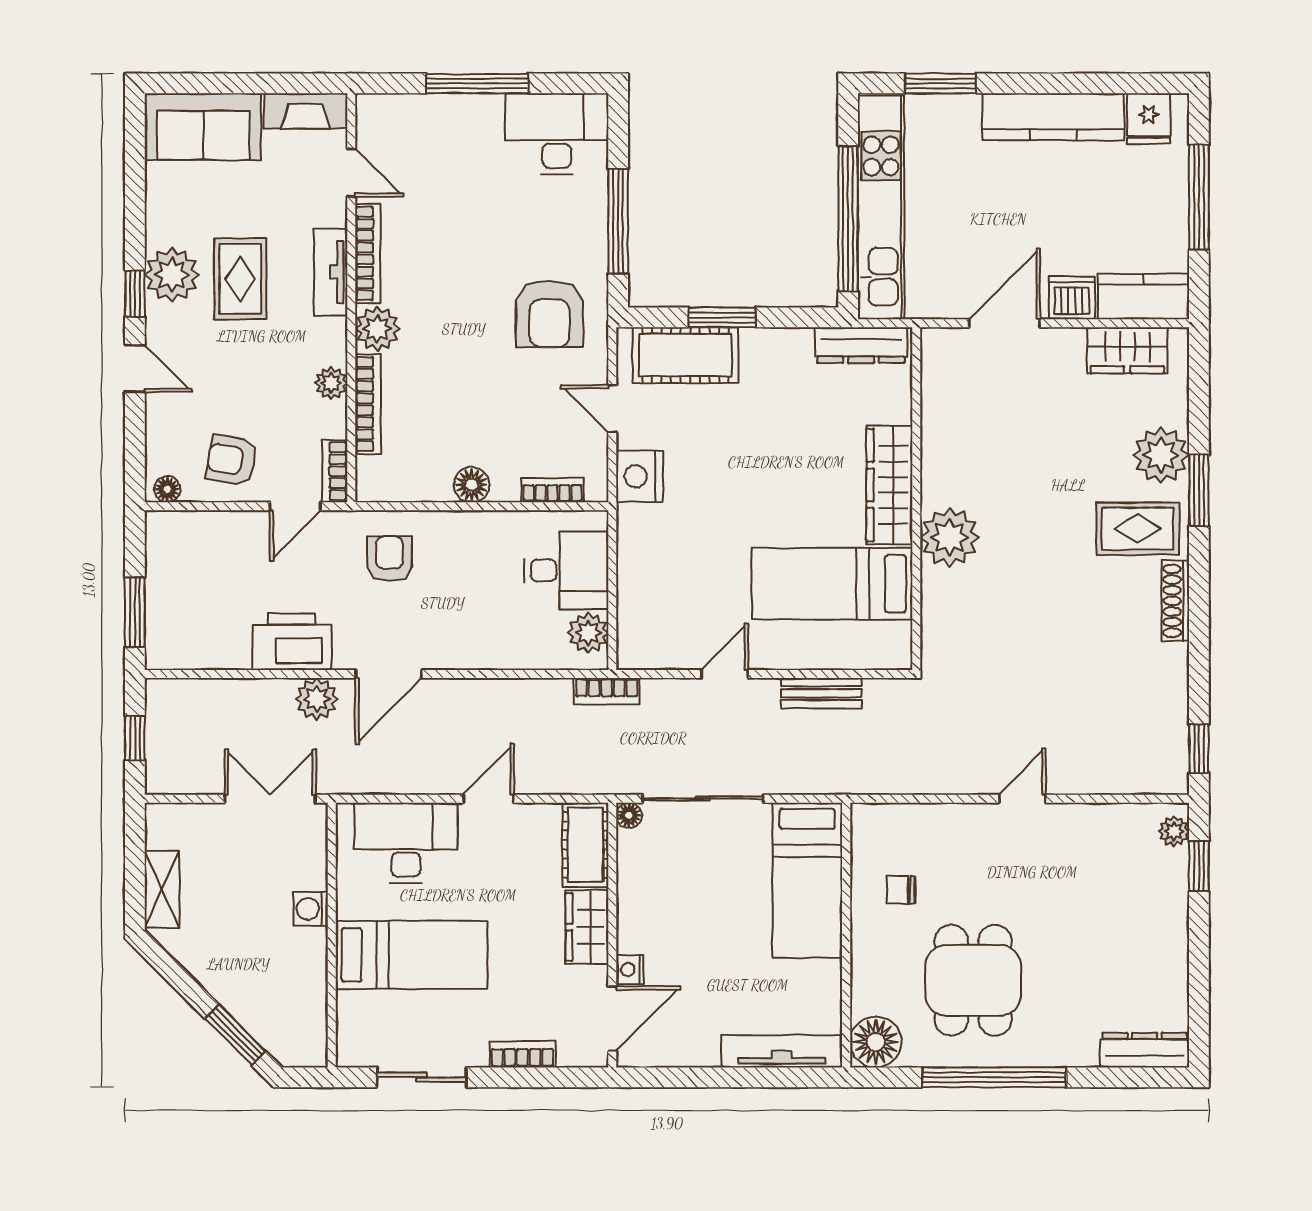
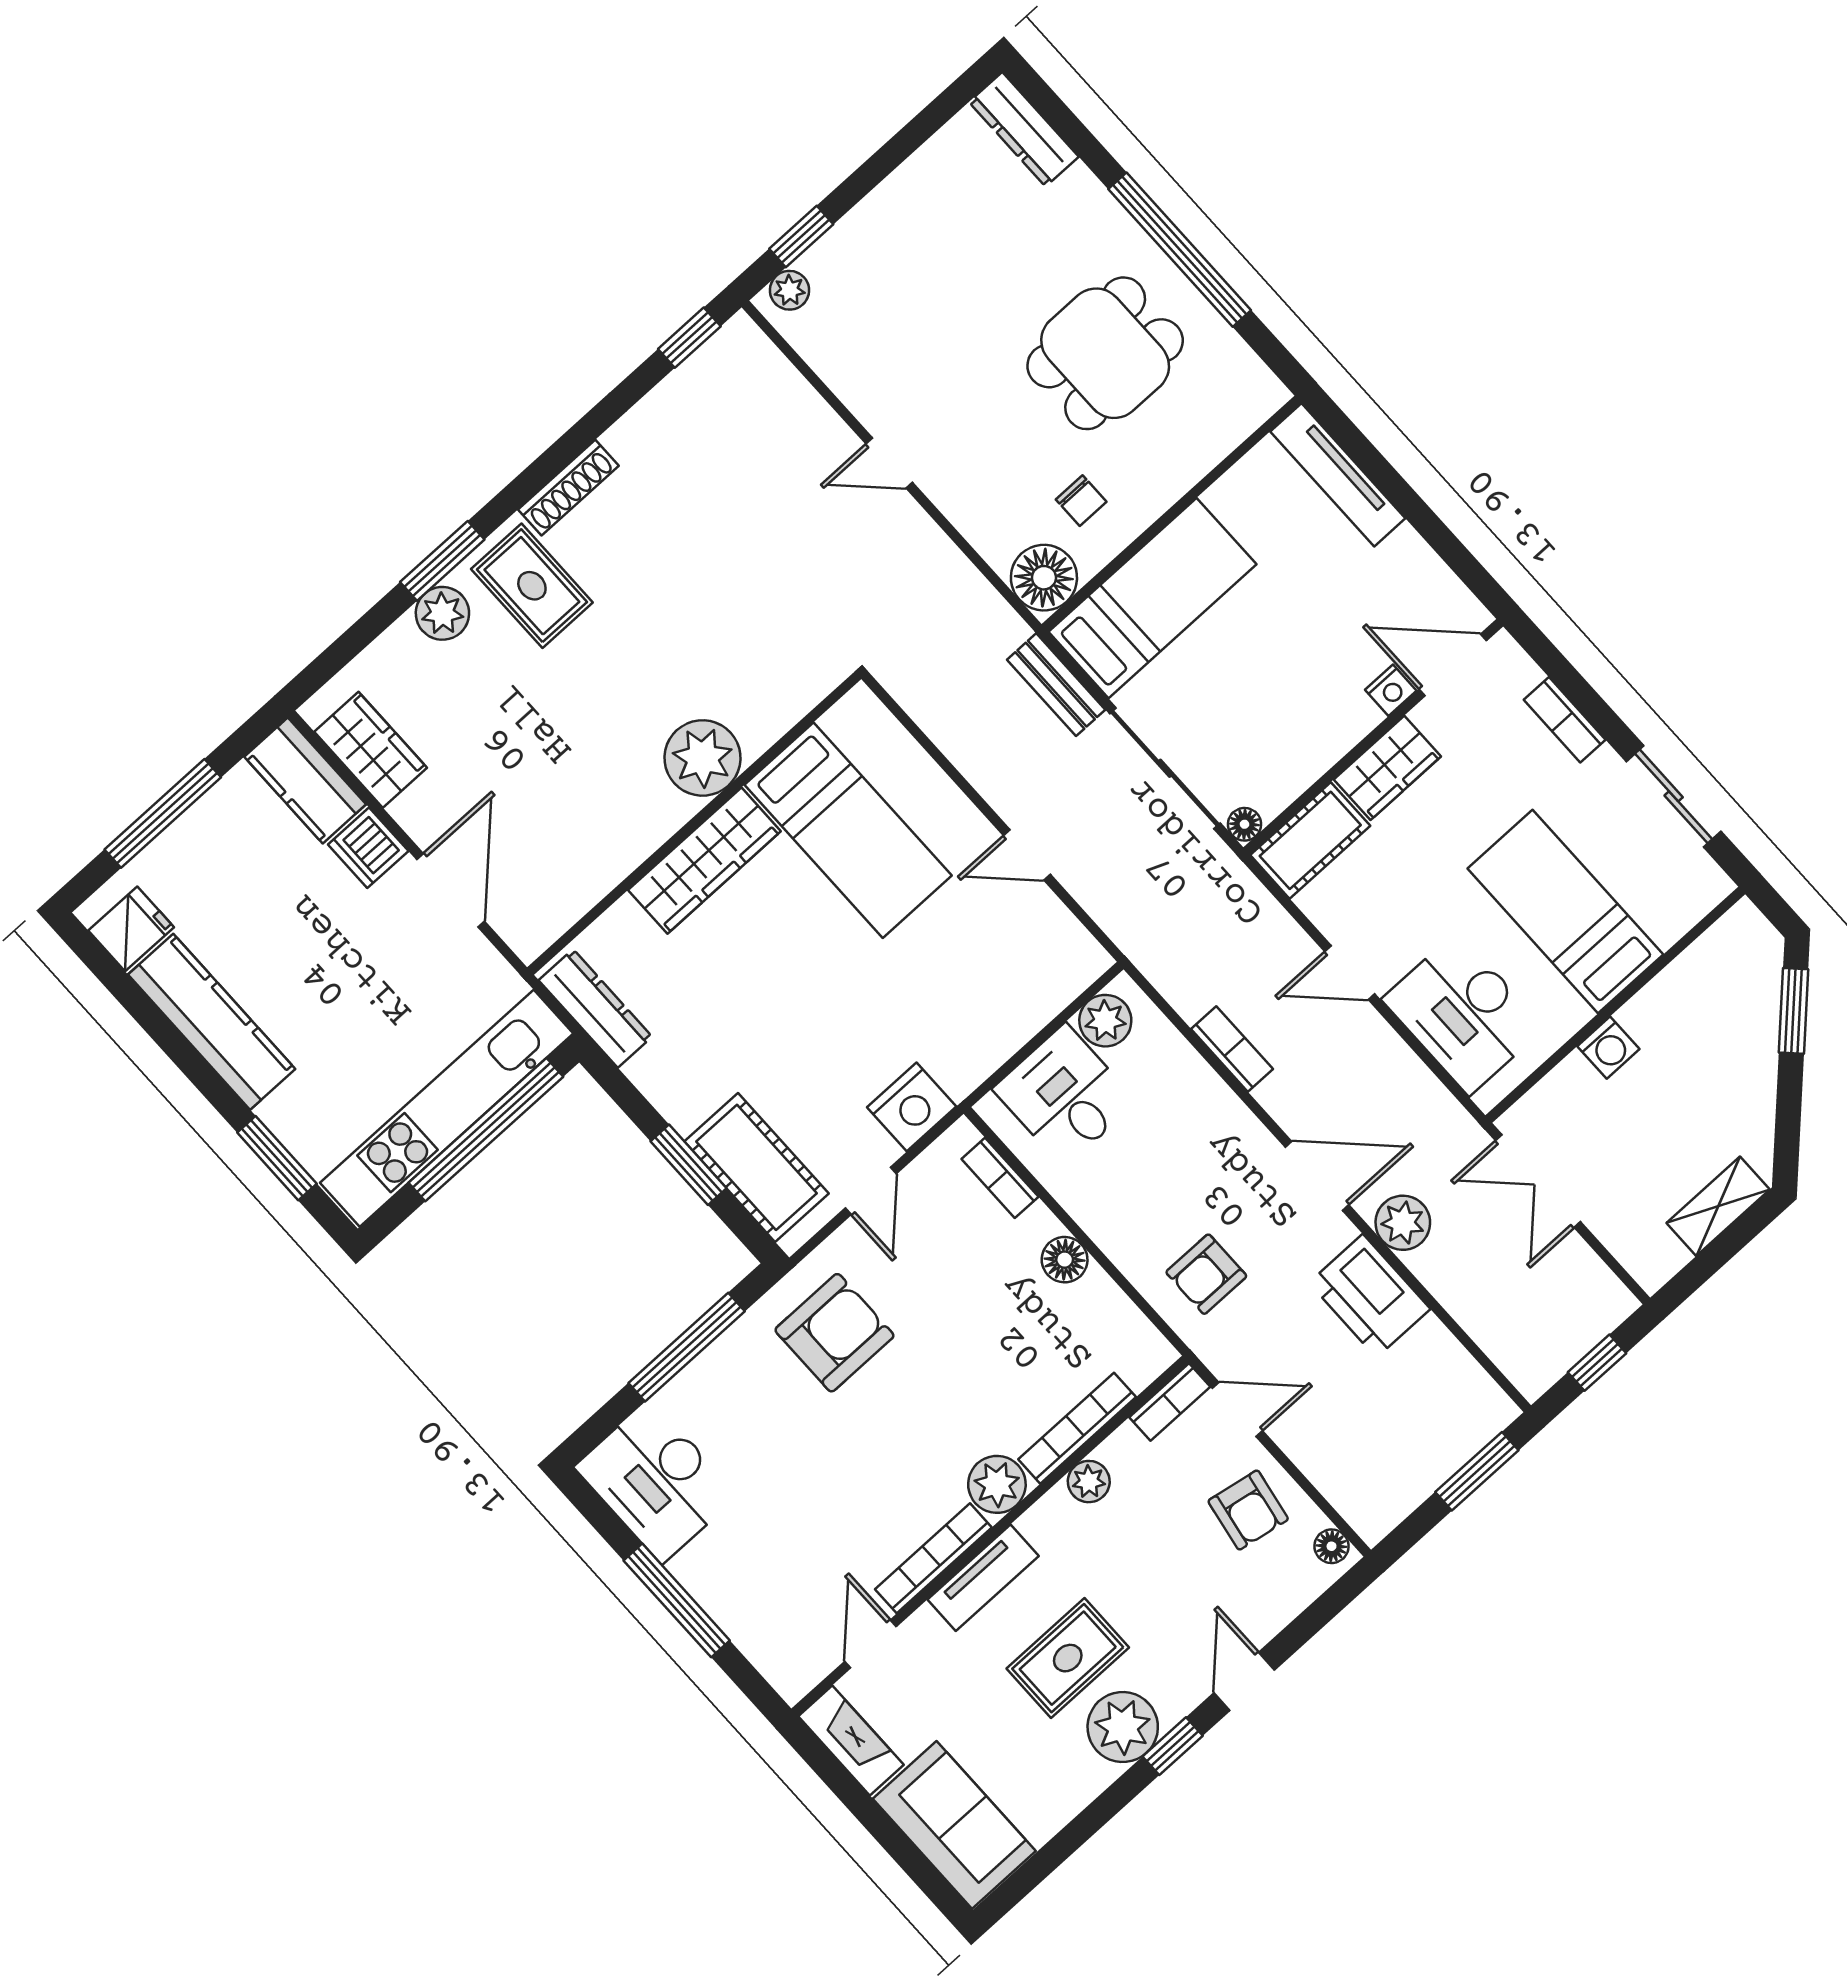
door: (1005, 323) -> (451, 890), swing flipped
plant: (1161, 455) -> (442, 613), width x0.73, depth x0.73
bookcase: (607, 691) -> (1232, 1049), moved
bench: (821, 693) -> (1056, 685), moved
floor lamp: (876, 1042) -> (1044, 578), moved

